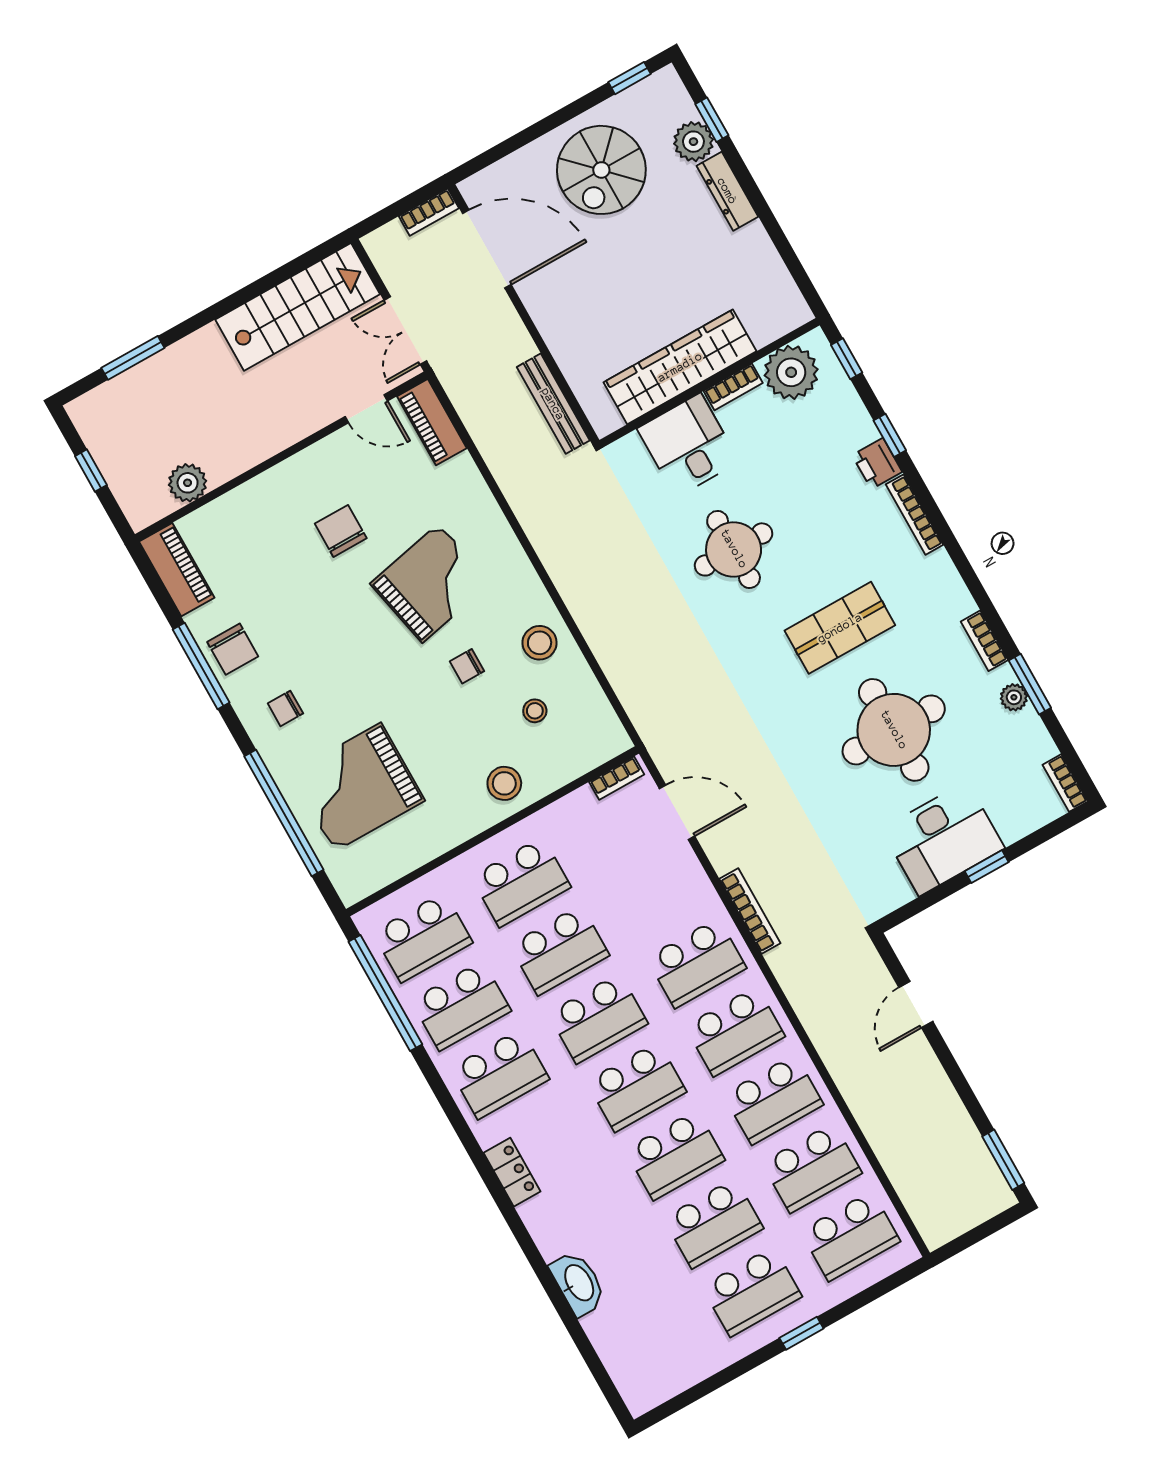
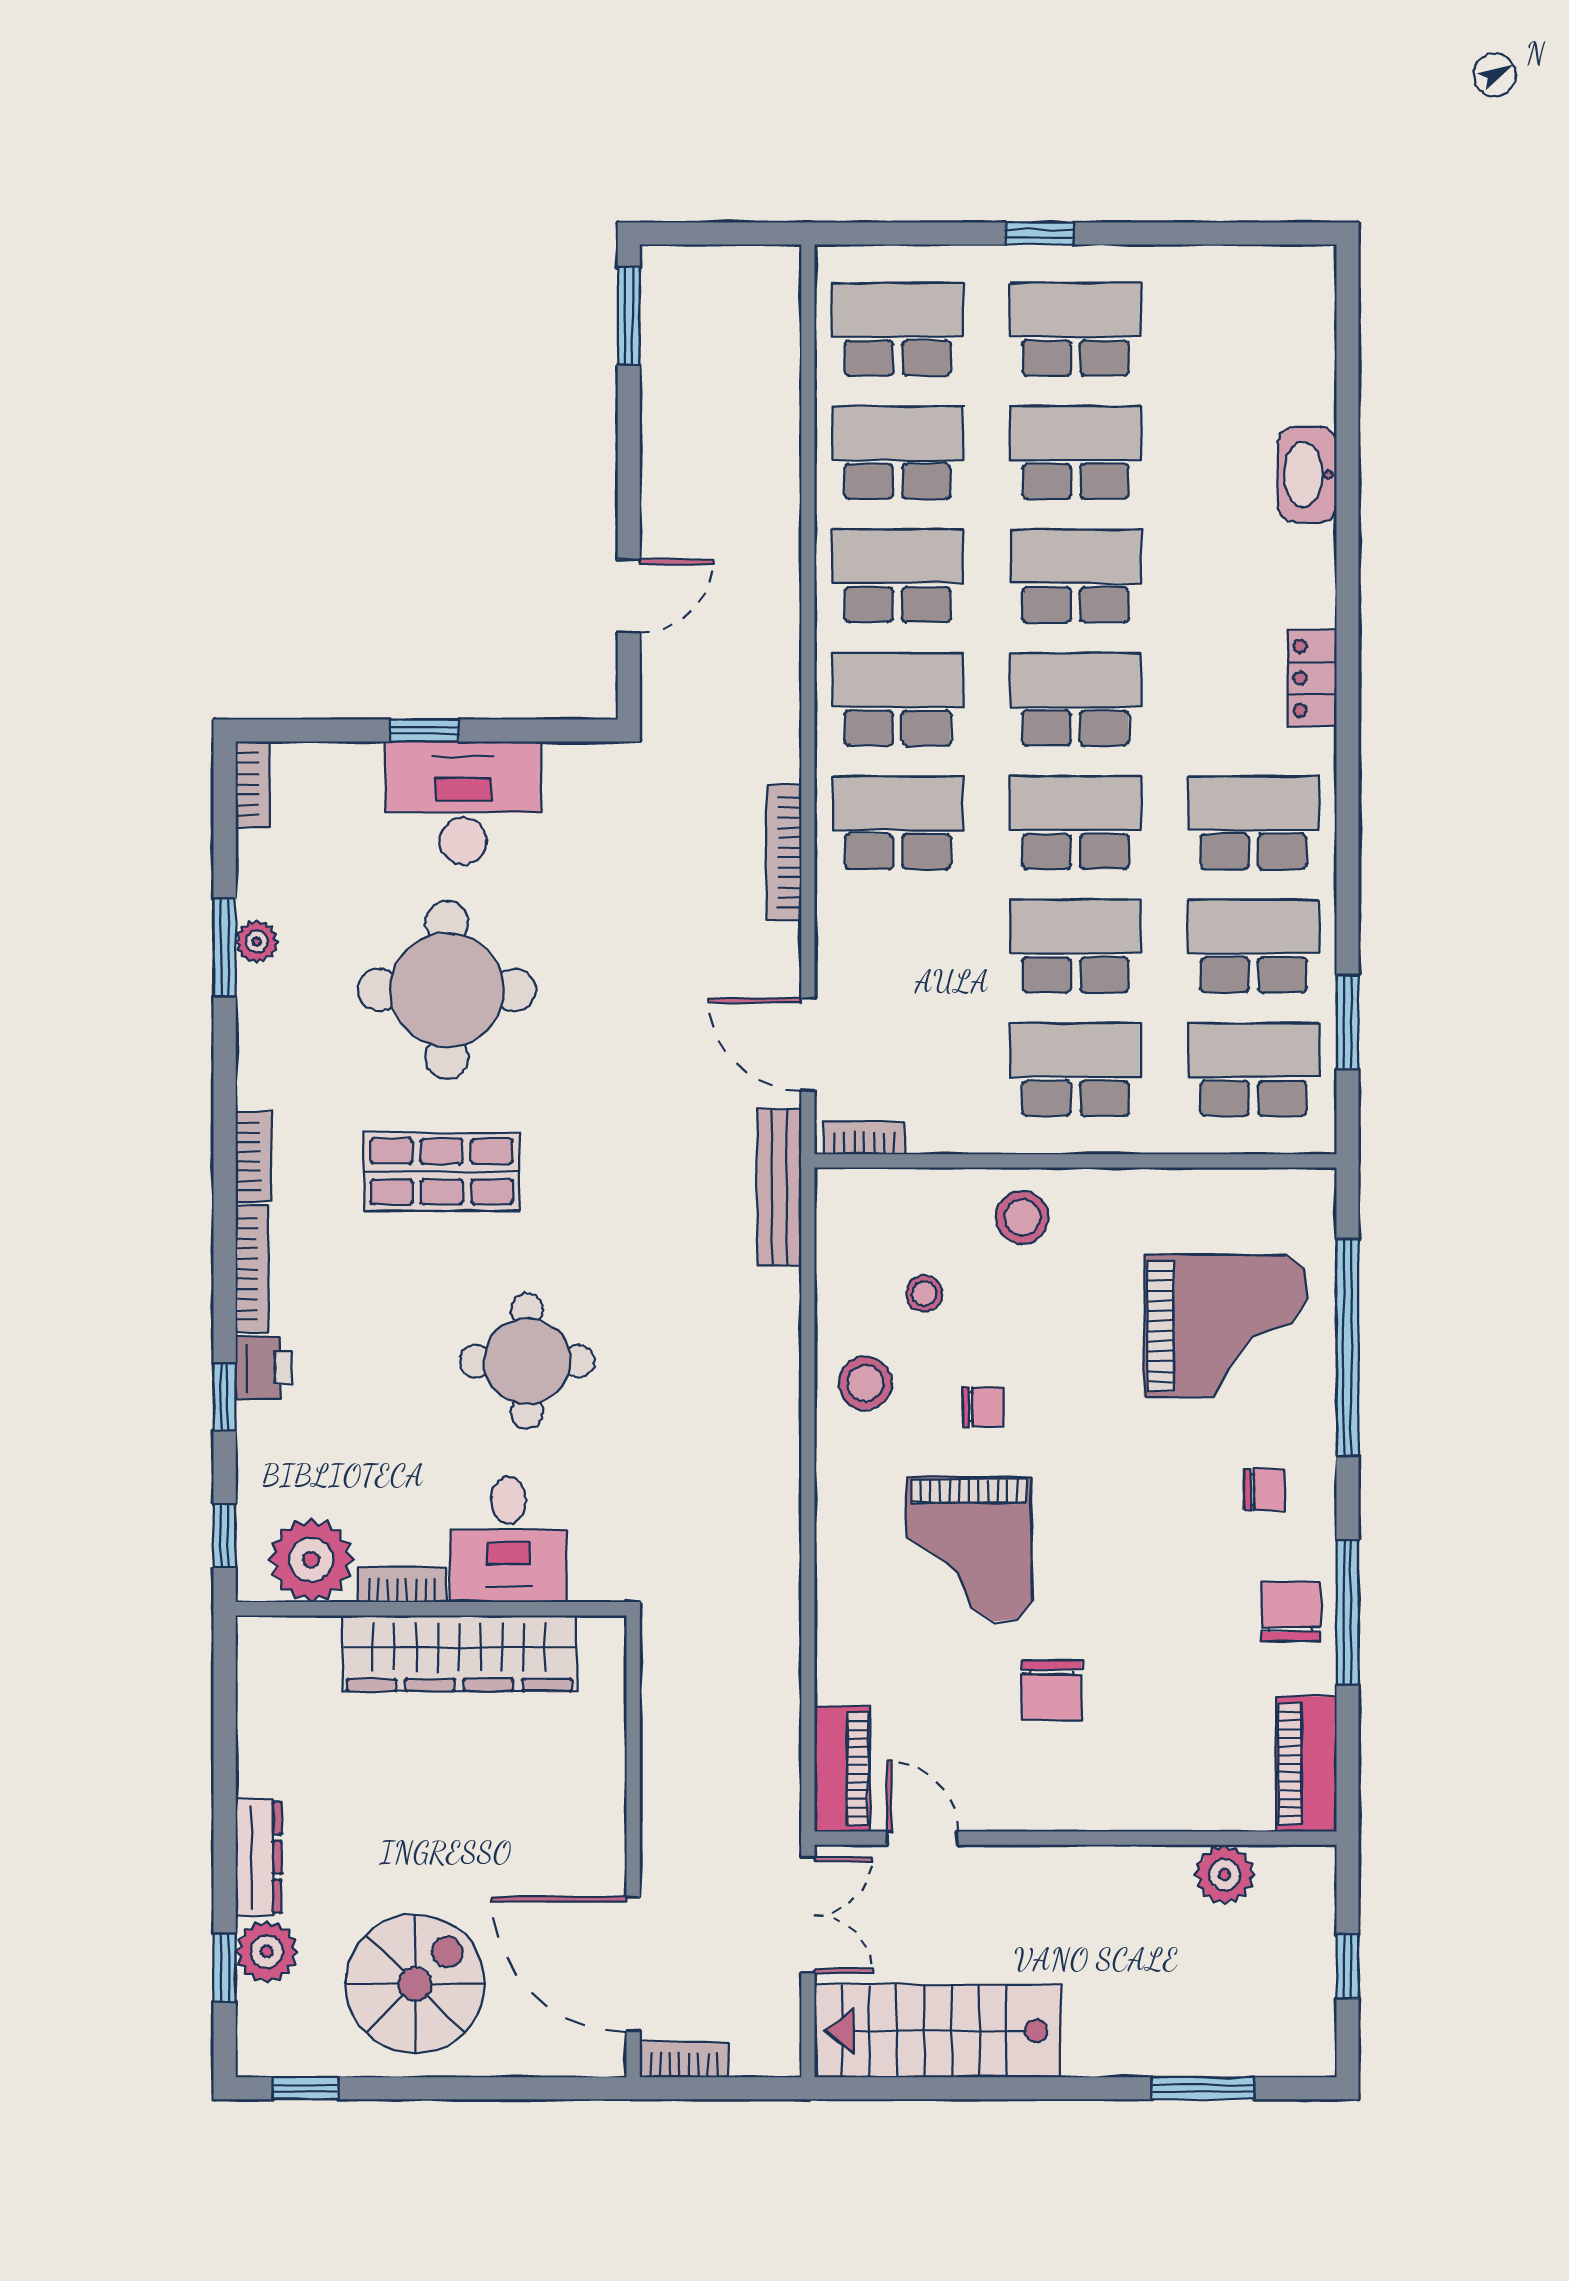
bench: (553, 404) -> (779, 1188), moved
grand piano: (431, 583) -> (969, 1549), turned -78
bookcase: (984, 641) -> (253, 1156), moved
window: (385, 993) -> (1348, 1022), width x0.47

